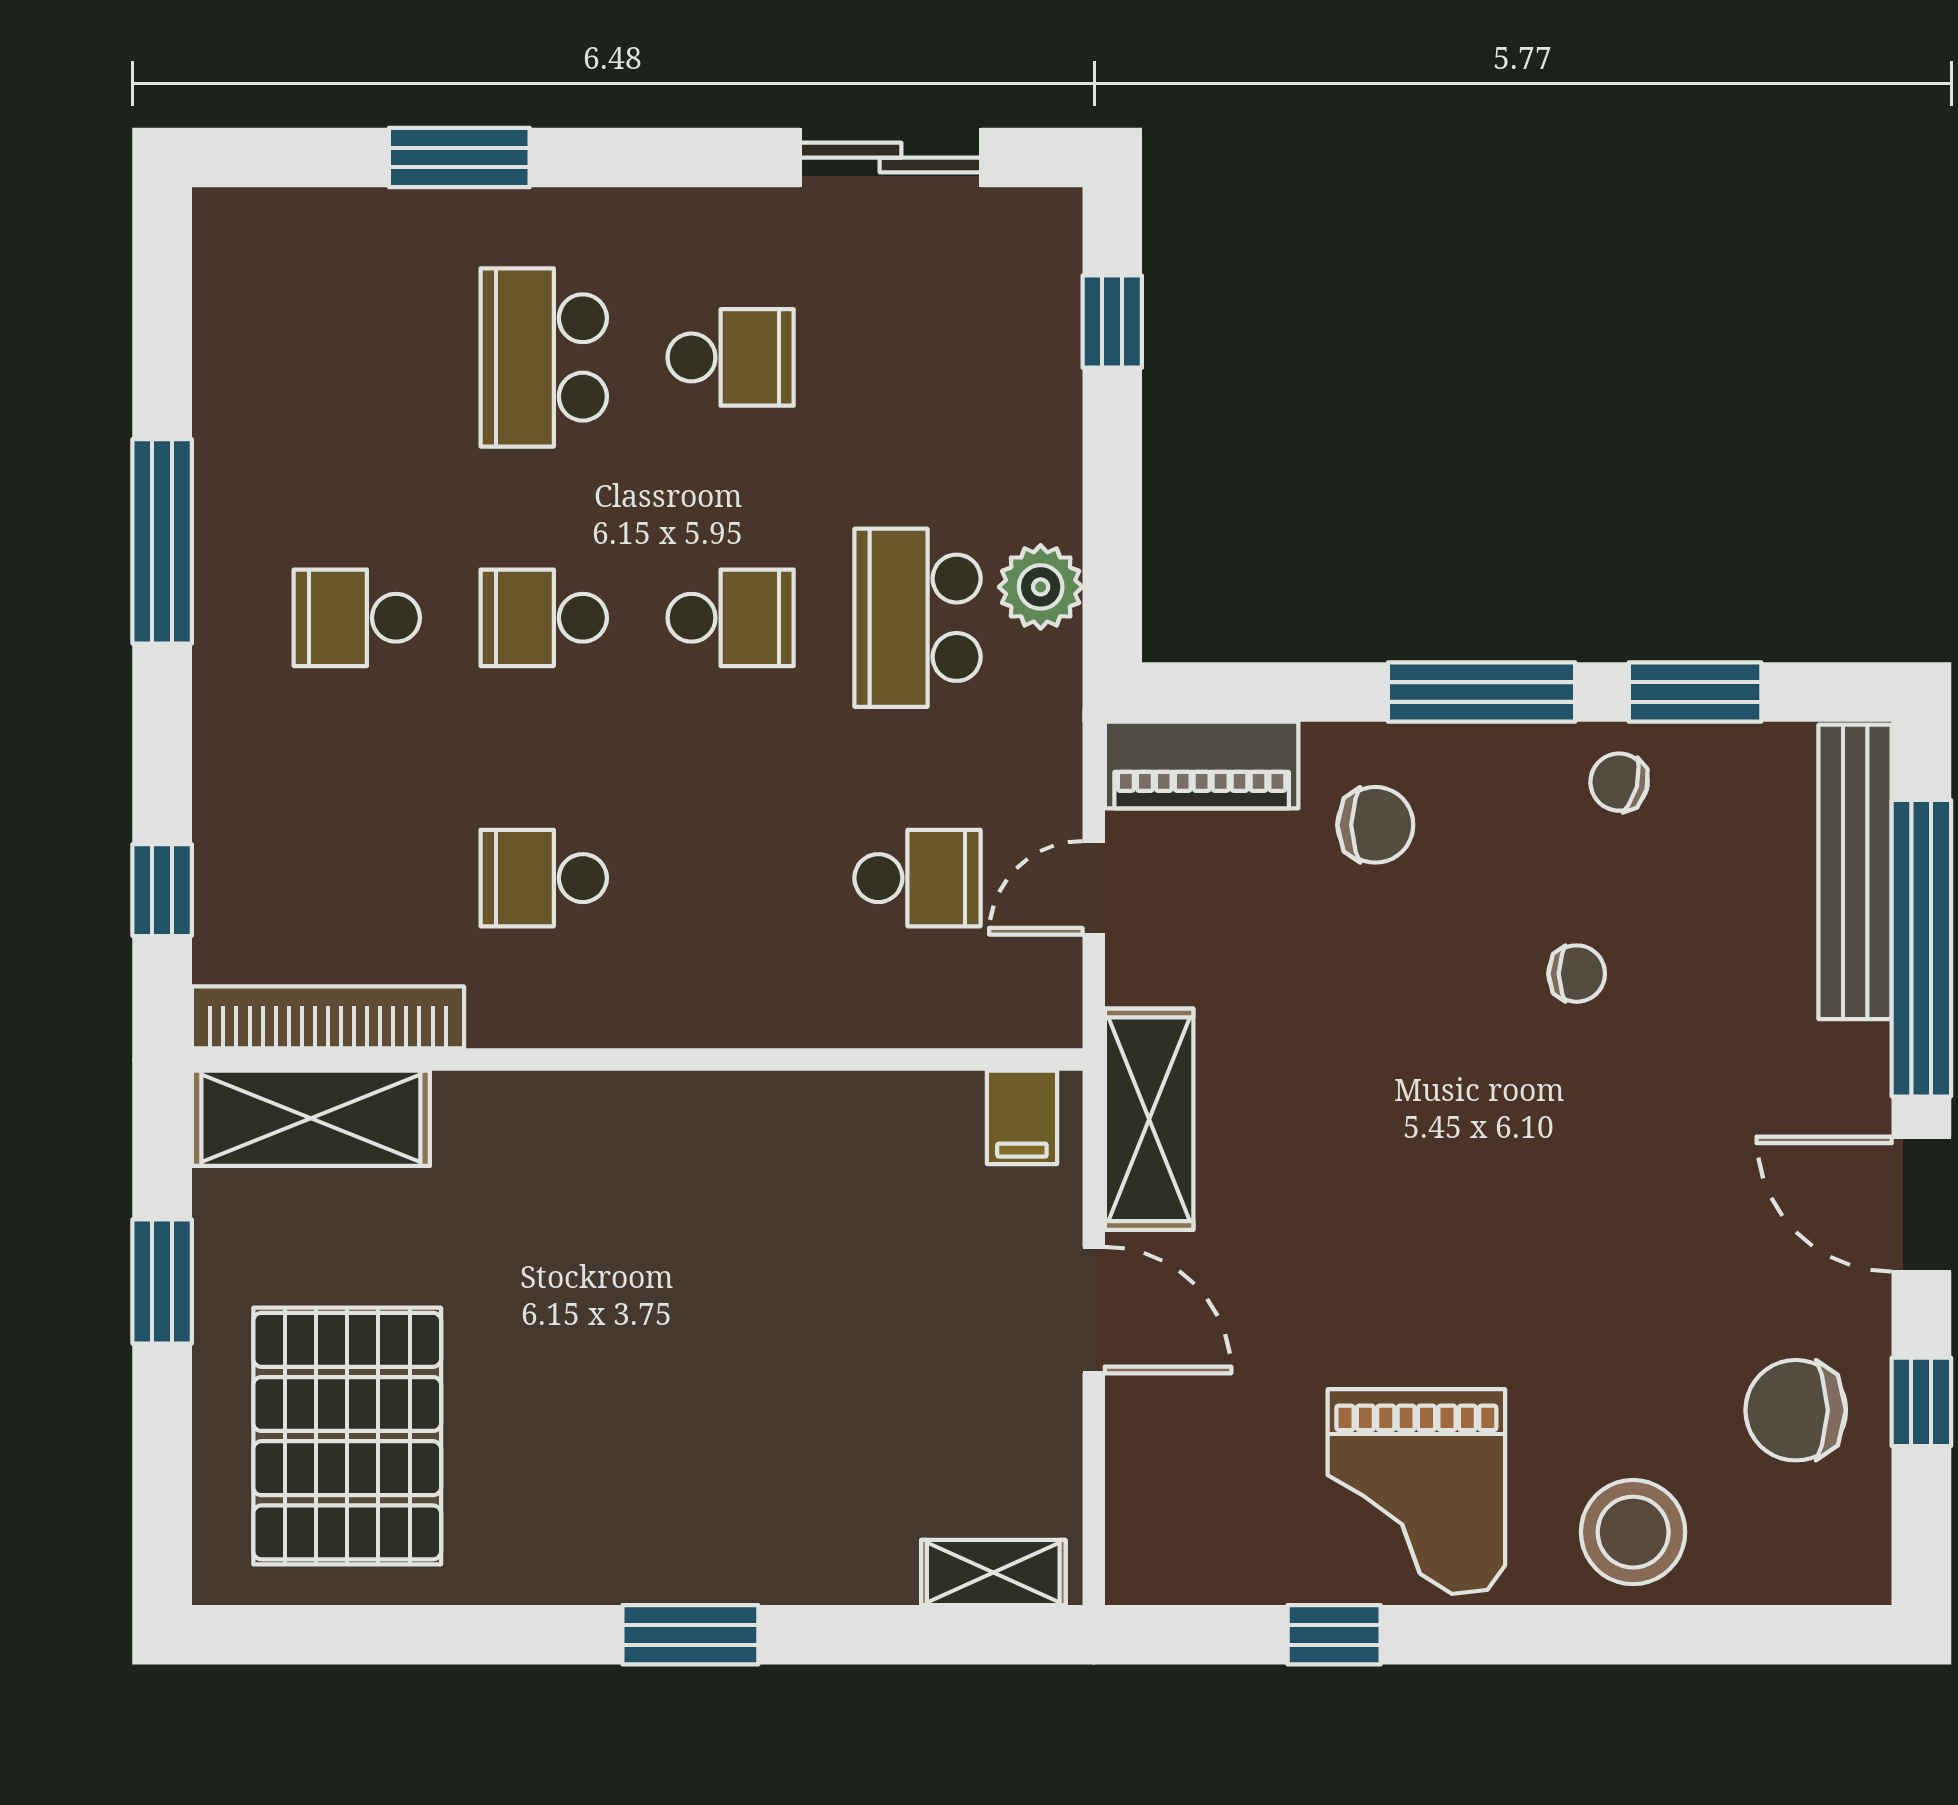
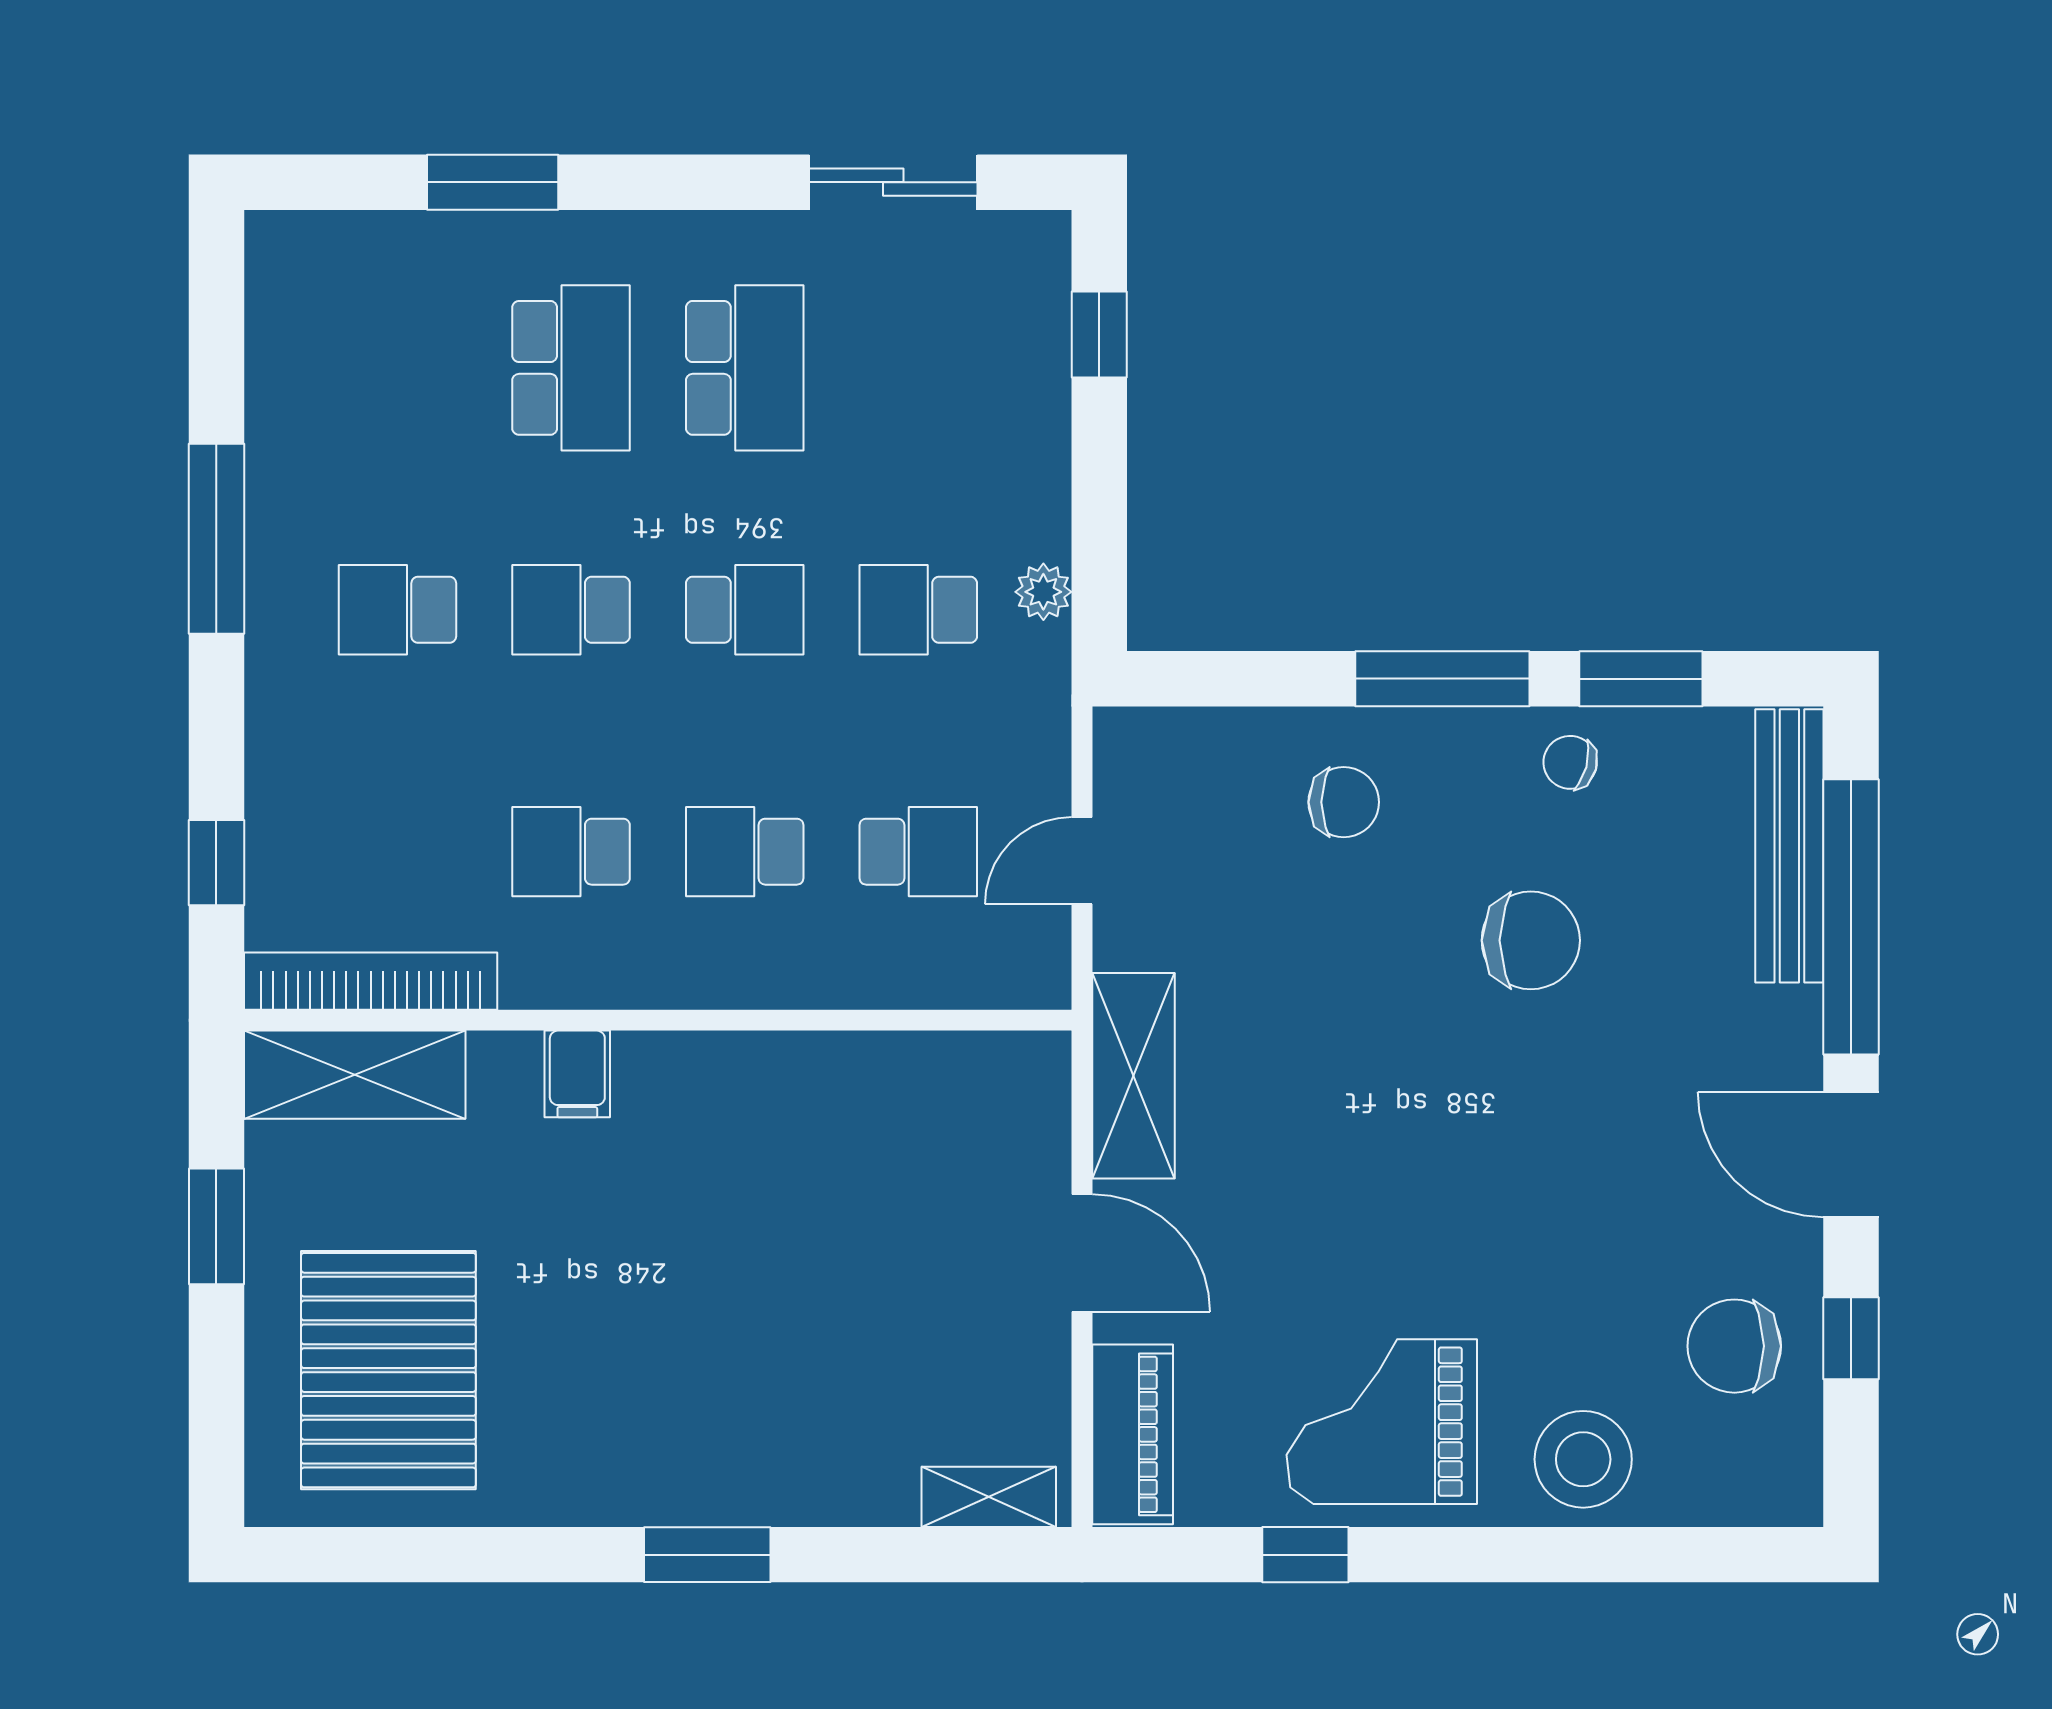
school desk: (544, 357) -> (571, 368), turned 180
school desk: (731, 357) -> (745, 368), width x1.85
plant: (1041, 587) -> (1043, 592), width x0.73, depth x0.73
school desk: (917, 618) -> (918, 610), width x0.54
piano: (1202, 765) -> (1133, 1434), moved, turned -90
school desk: (731, 878) -> (745, 852), added
chair: (1577, 974) -> (1531, 940), width x1.87, depth x1.87
filing cabinet: (1022, 1117) -> (577, 1074), moved
grand piano: (1416, 1492) -> (1382, 1422), turned 90

